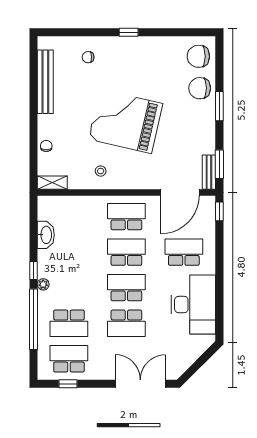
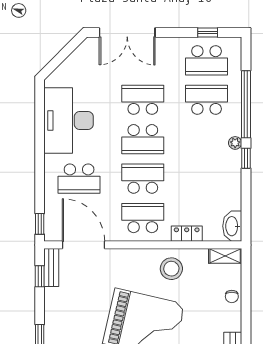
window: (219, 164) -> (40, 276), width x0.67
stool: (101, 171) -> (171, 269), width x1.89, depth x1.89
door: (180, 192) -> (83, 245), hinge flipped
locker: (87, 203) -> (187, 234), added
school desk: (126, 217) -> (143, 218), turned 180
washbasin: (46, 235) -> (232, 226), moved
school desk: (126, 252) -> (143, 179), turned 180

